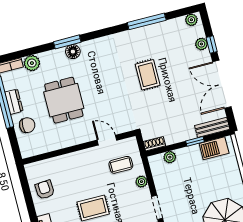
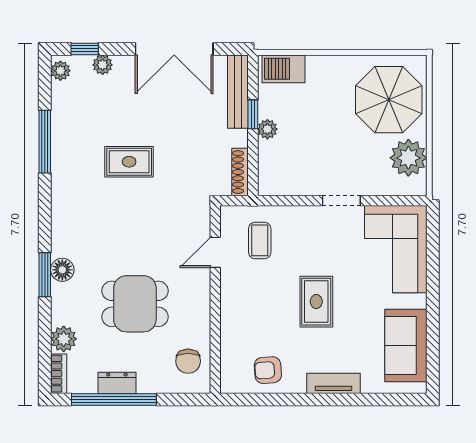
window: (212, 45) -> (85, 49), moved
chair: (27, 125) -> (188, 361), moved, turned 180
bench: (212, 127) -> (238, 92), width x1.36
shoe rack: (154, 144) -> (240, 172), width x1.43
barbecue: (214, 148) -> (283, 69), moved, turned 90
plant: (170, 157) -> (267, 129), moved
plant: (142, 182) -> (294, 215), removed

